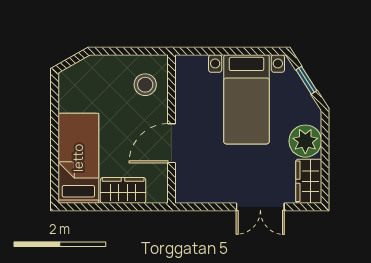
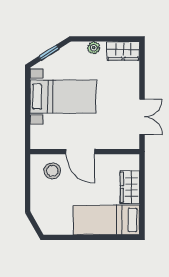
plant: (305, 141) -> (94, 48), width x0.53, depth x0.53
door: (171, 143) -> (80, 152), moved
double door: (260, 207) -> (142, 117), moved

